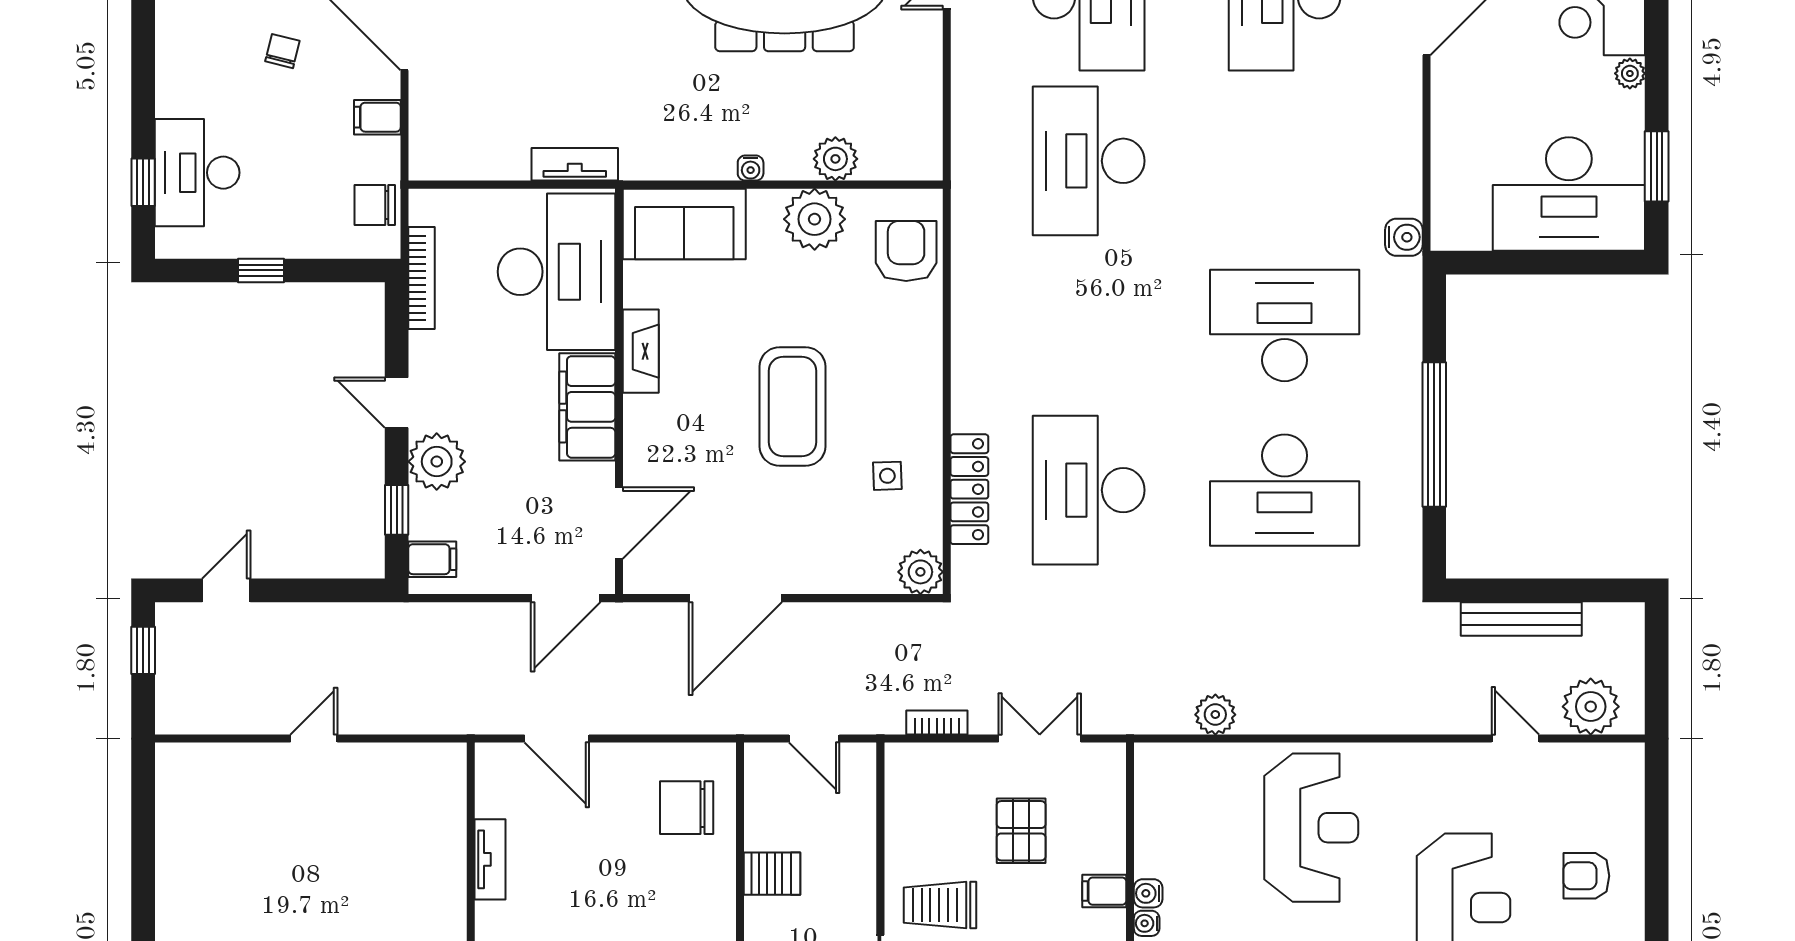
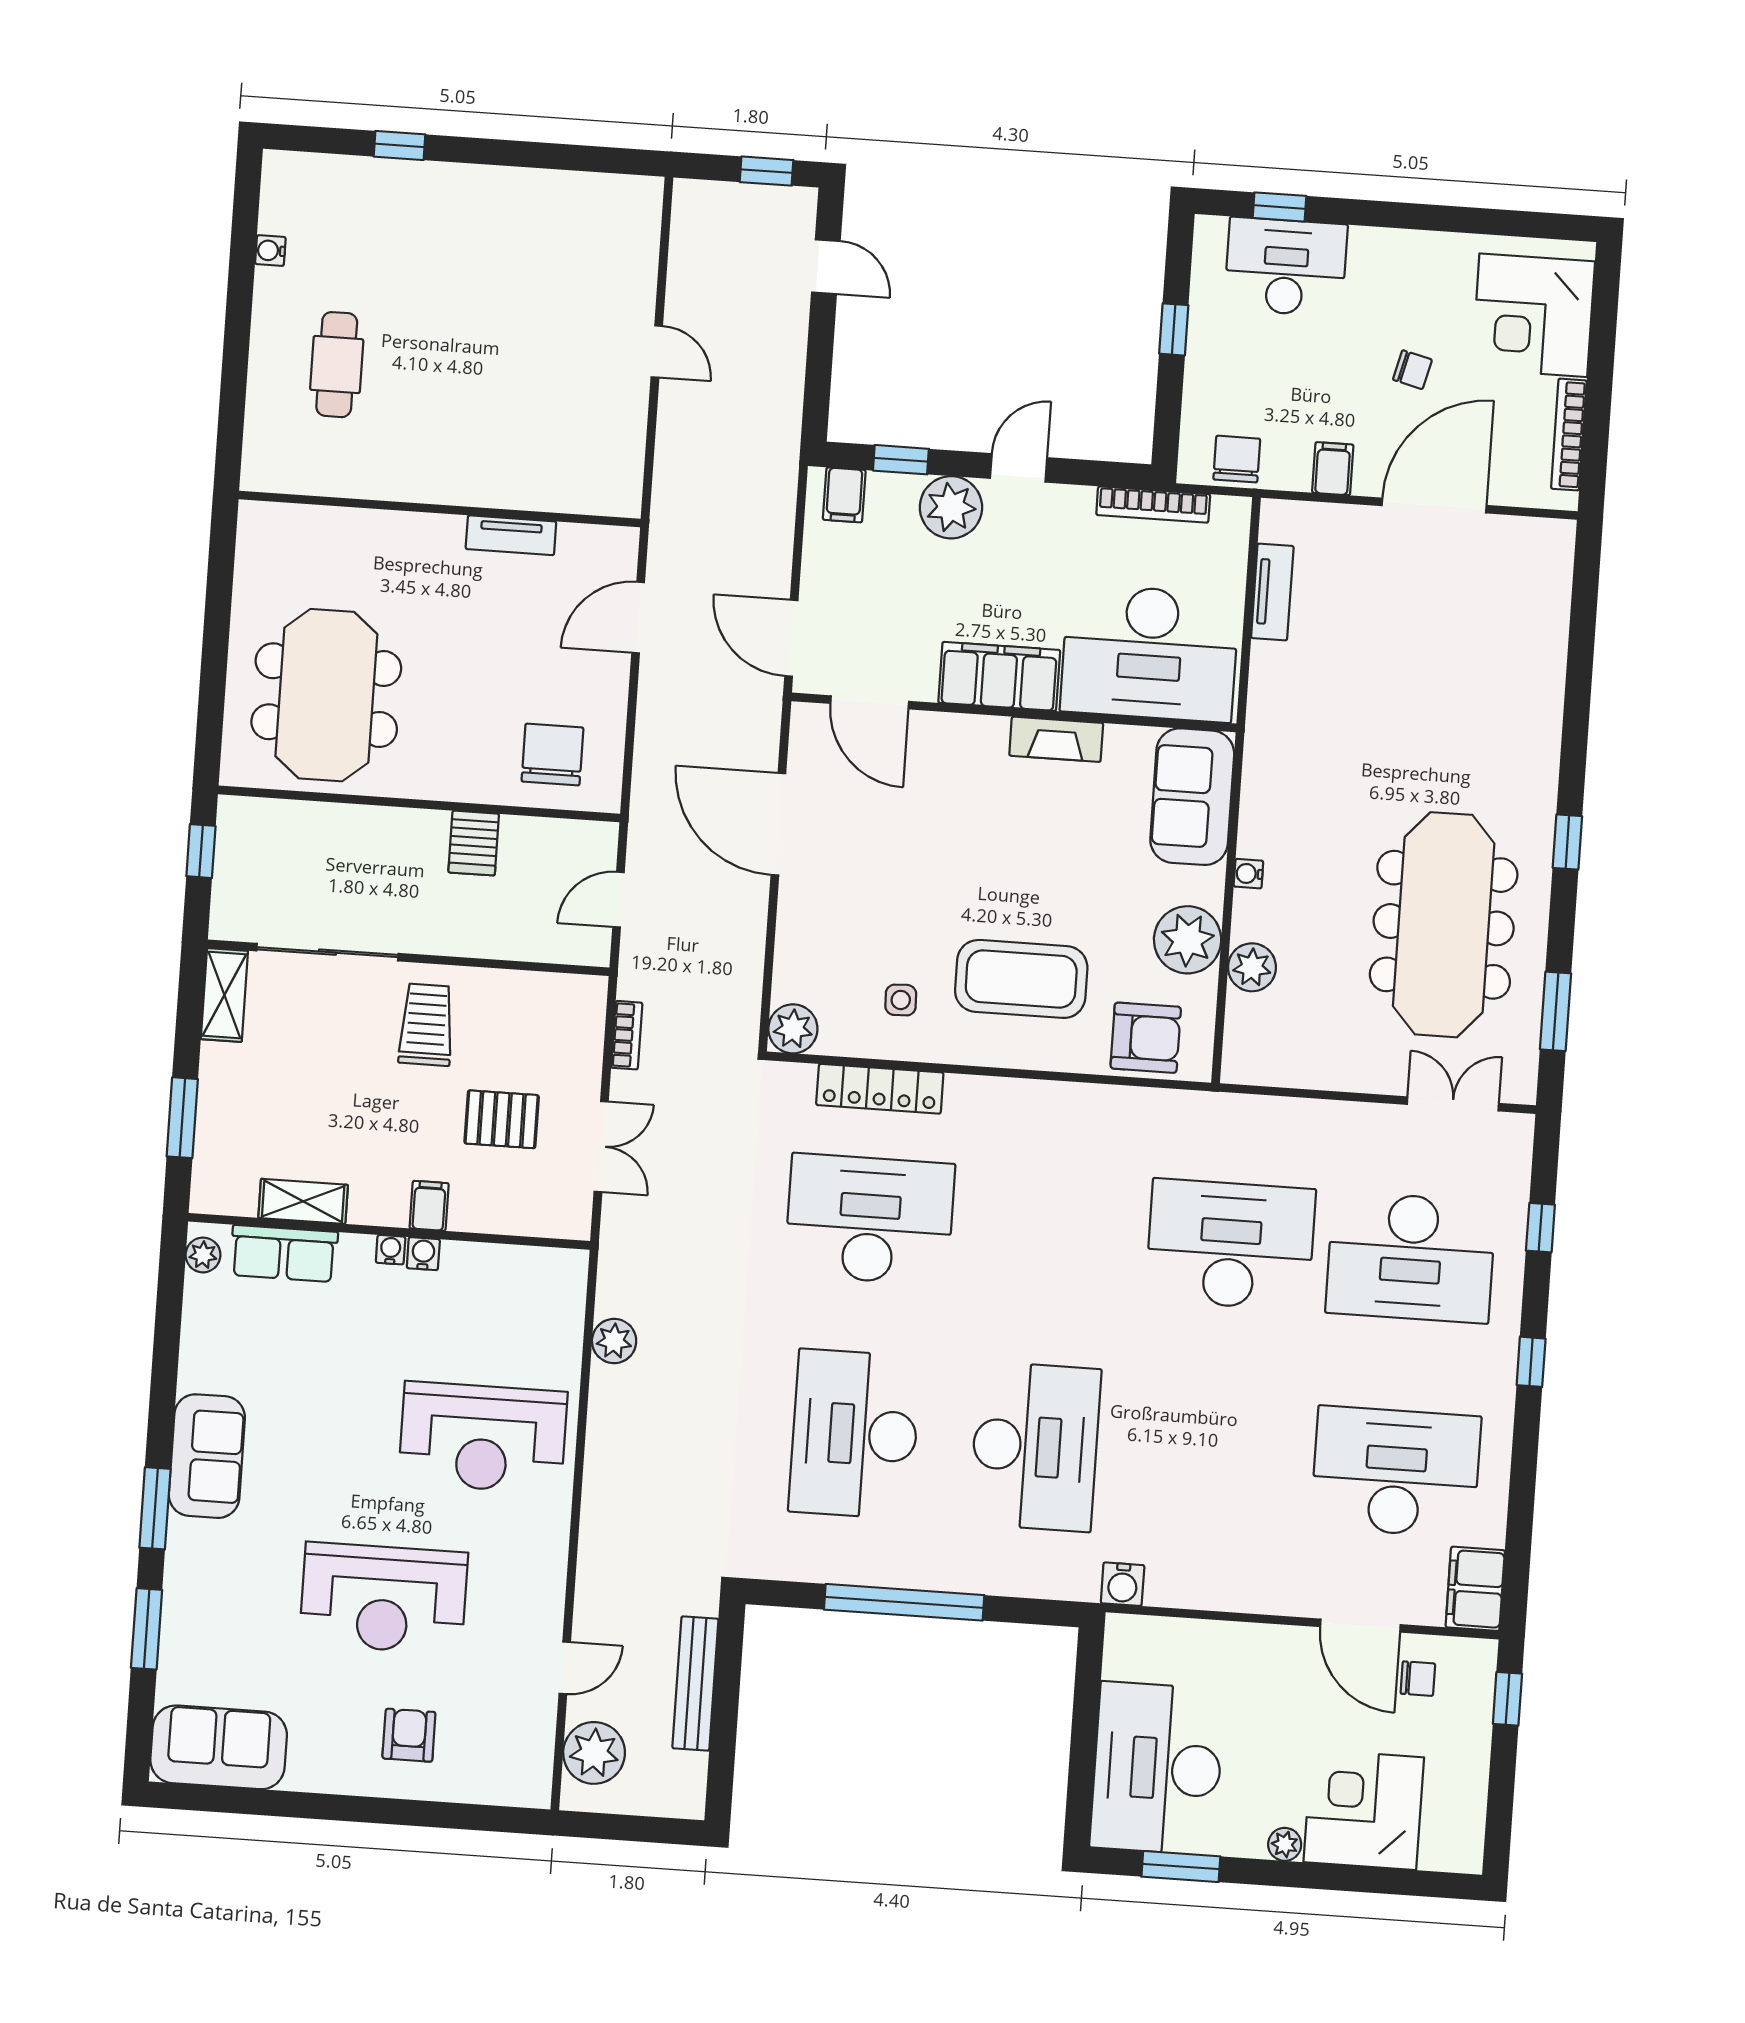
tv unit: (575, 164) -> (1272, 592), moved
coffee table: (793, 407) -> (1021, 979), moved

